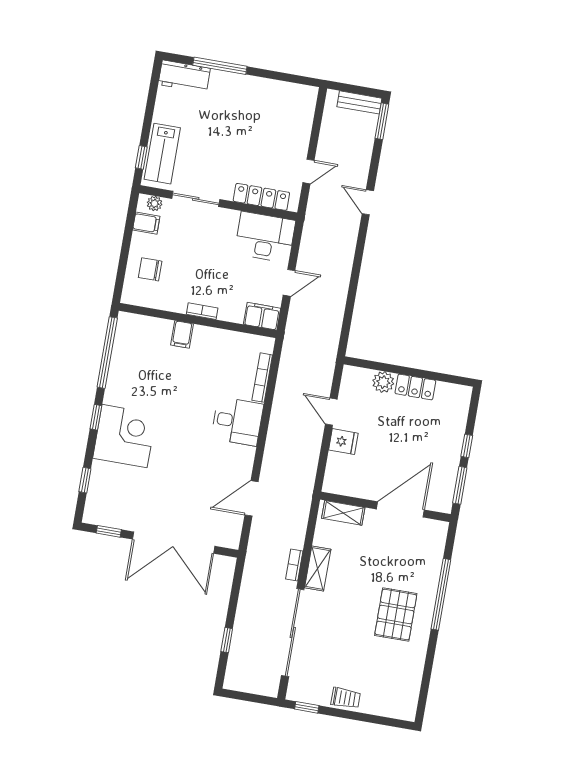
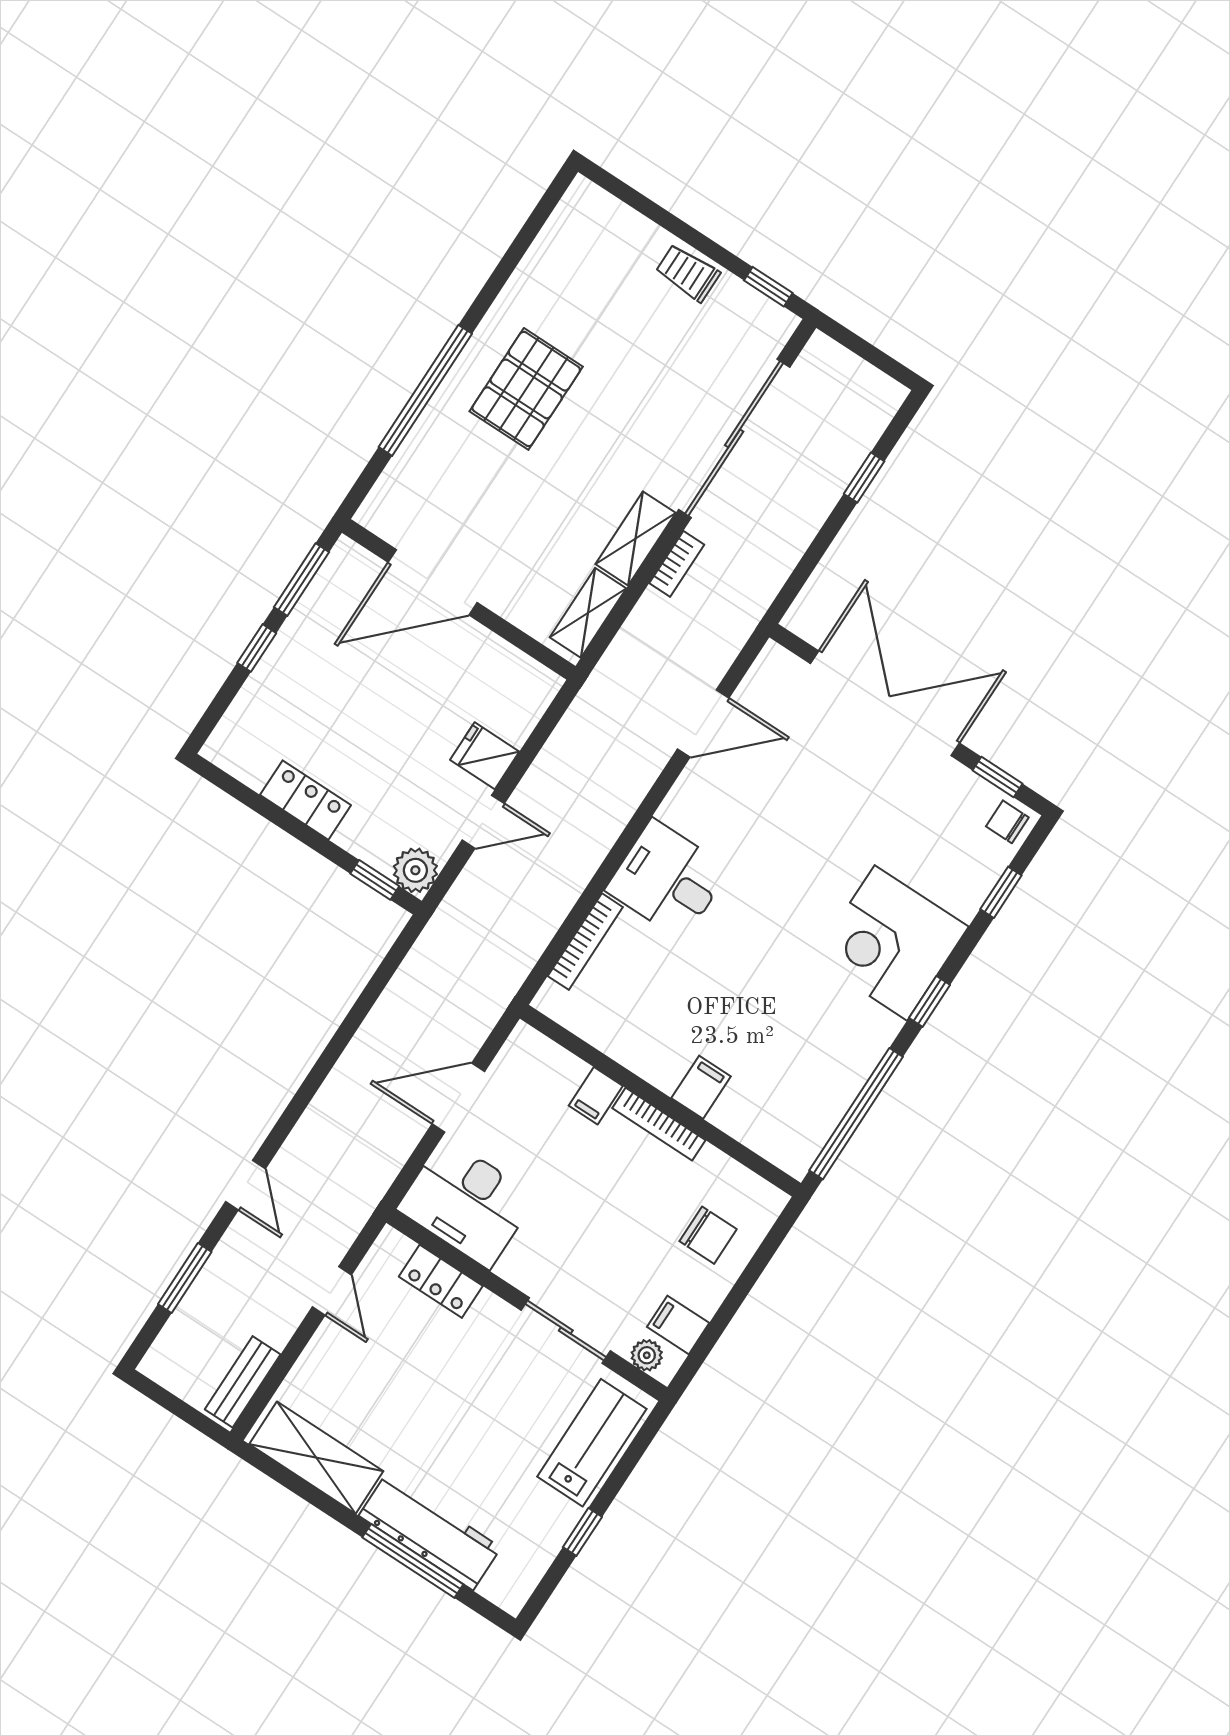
workbench: (184, 76) -> (430, 1532), moved, width x1.37
shelving: (283, 93) -> (316, 1458), added
bench: (359, 102) -> (243, 1382), moved, turned 90
window: (382, 121) -> (185, 1278), moved
window: (141, 157) -> (582, 1532), moved
door: (309, 171) -> (332, 1291), swing flipped
locker: (261, 197) -> (441, 1281), width x0.66
door: (289, 283) -> (458, 1098), width x1.38
bookcase: (202, 311) -> (659, 1124), width x1.56
filing cabinet: (262, 316) -> (596, 1096), moved, width x0.50
window: (369, 365) -> (375, 880), added
plant: (383, 382) -> (415, 870), moved
door: (331, 412) -> (483, 822), hinge flipped
chair: (96, 513) -> (1007, 822), added
shelving: (343, 513) -> (588, 613), moved, turned 90

